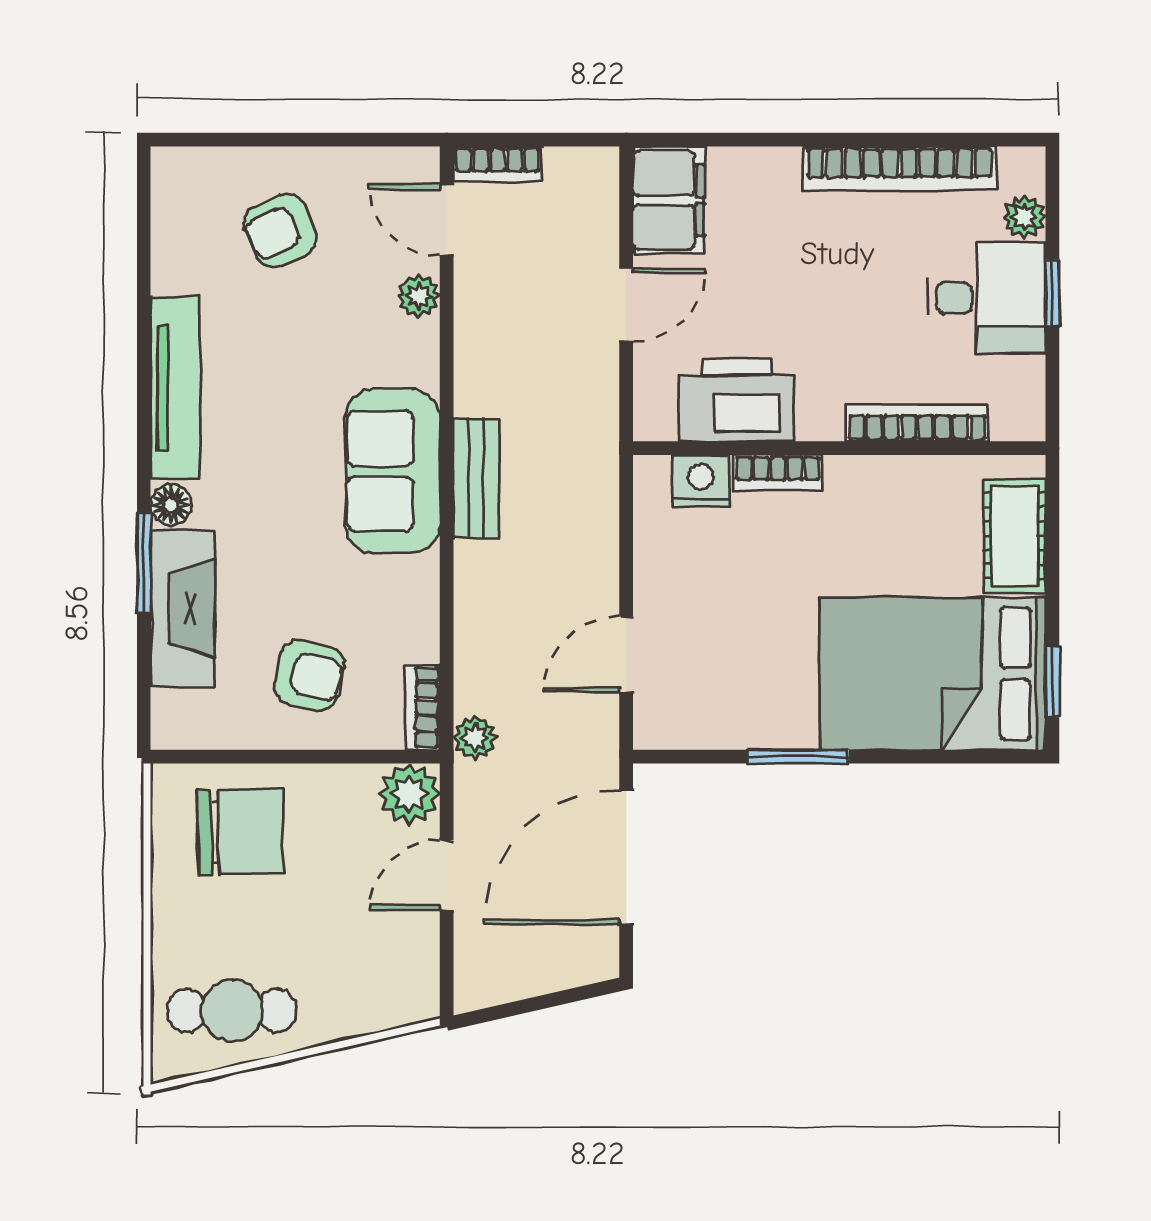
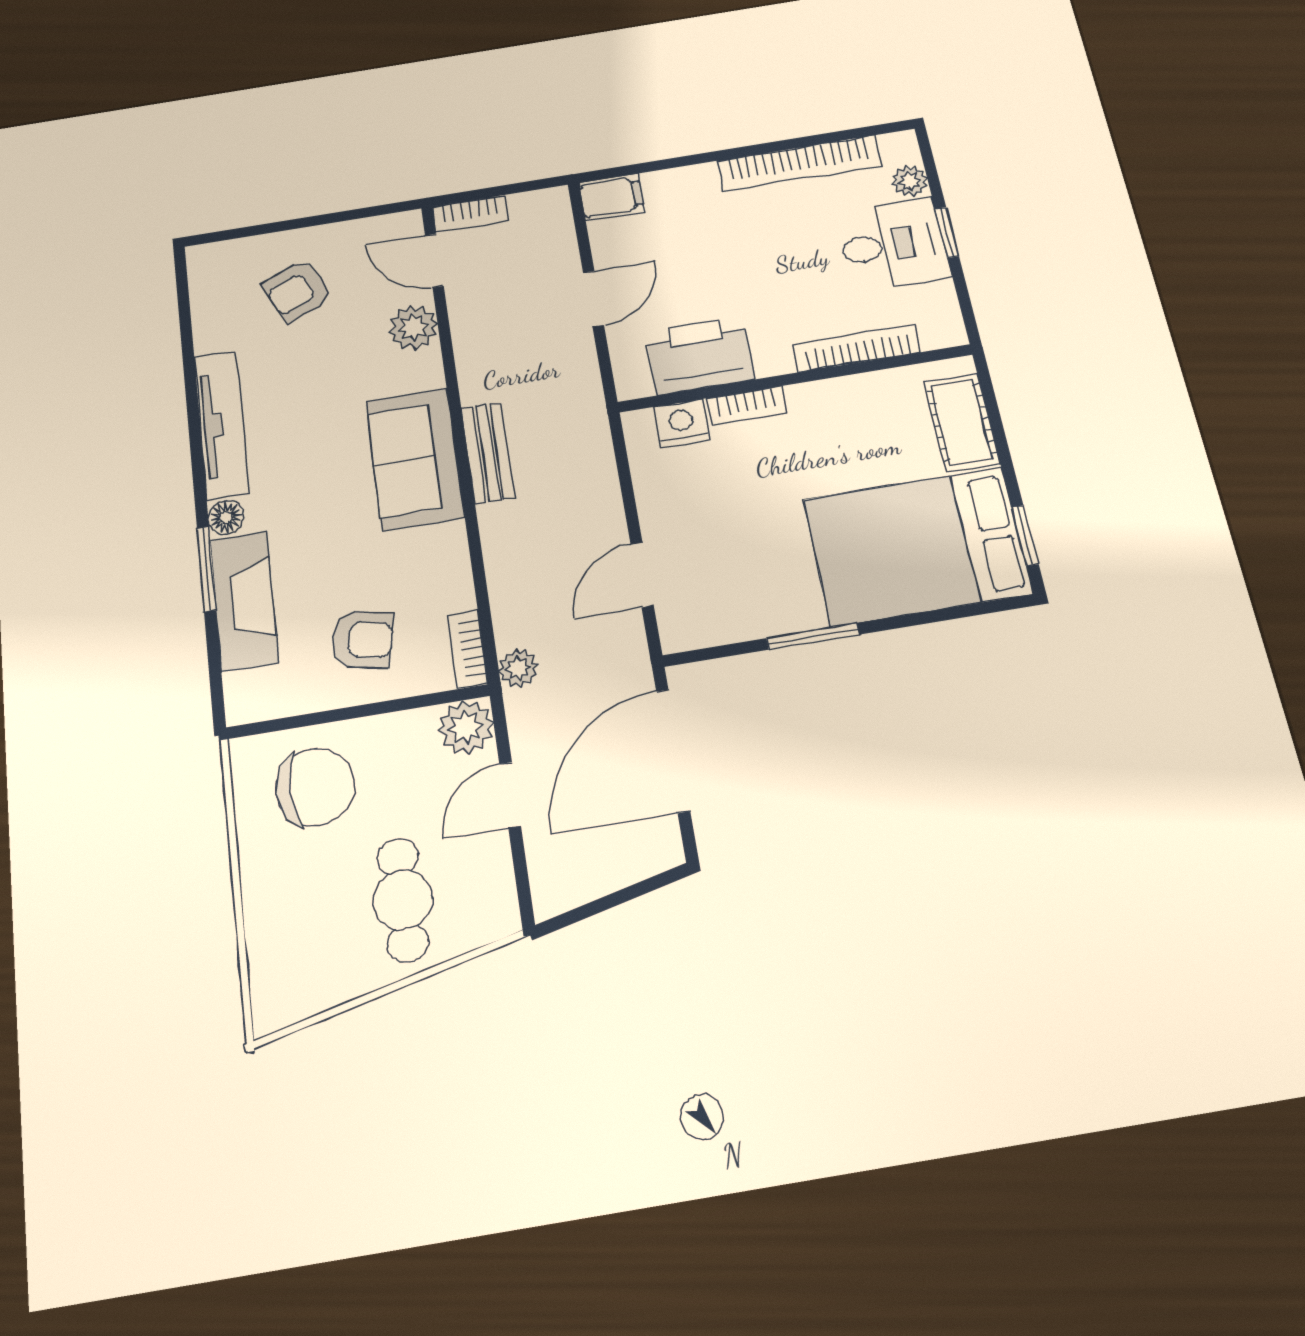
filing cabinet: (669, 200) -> (612, 197), width x0.50
plant: (419, 296) -> (413, 328), width x1.38, depth x1.38
cafe table: (232, 1011) -> (403, 900), moved, turned 90

